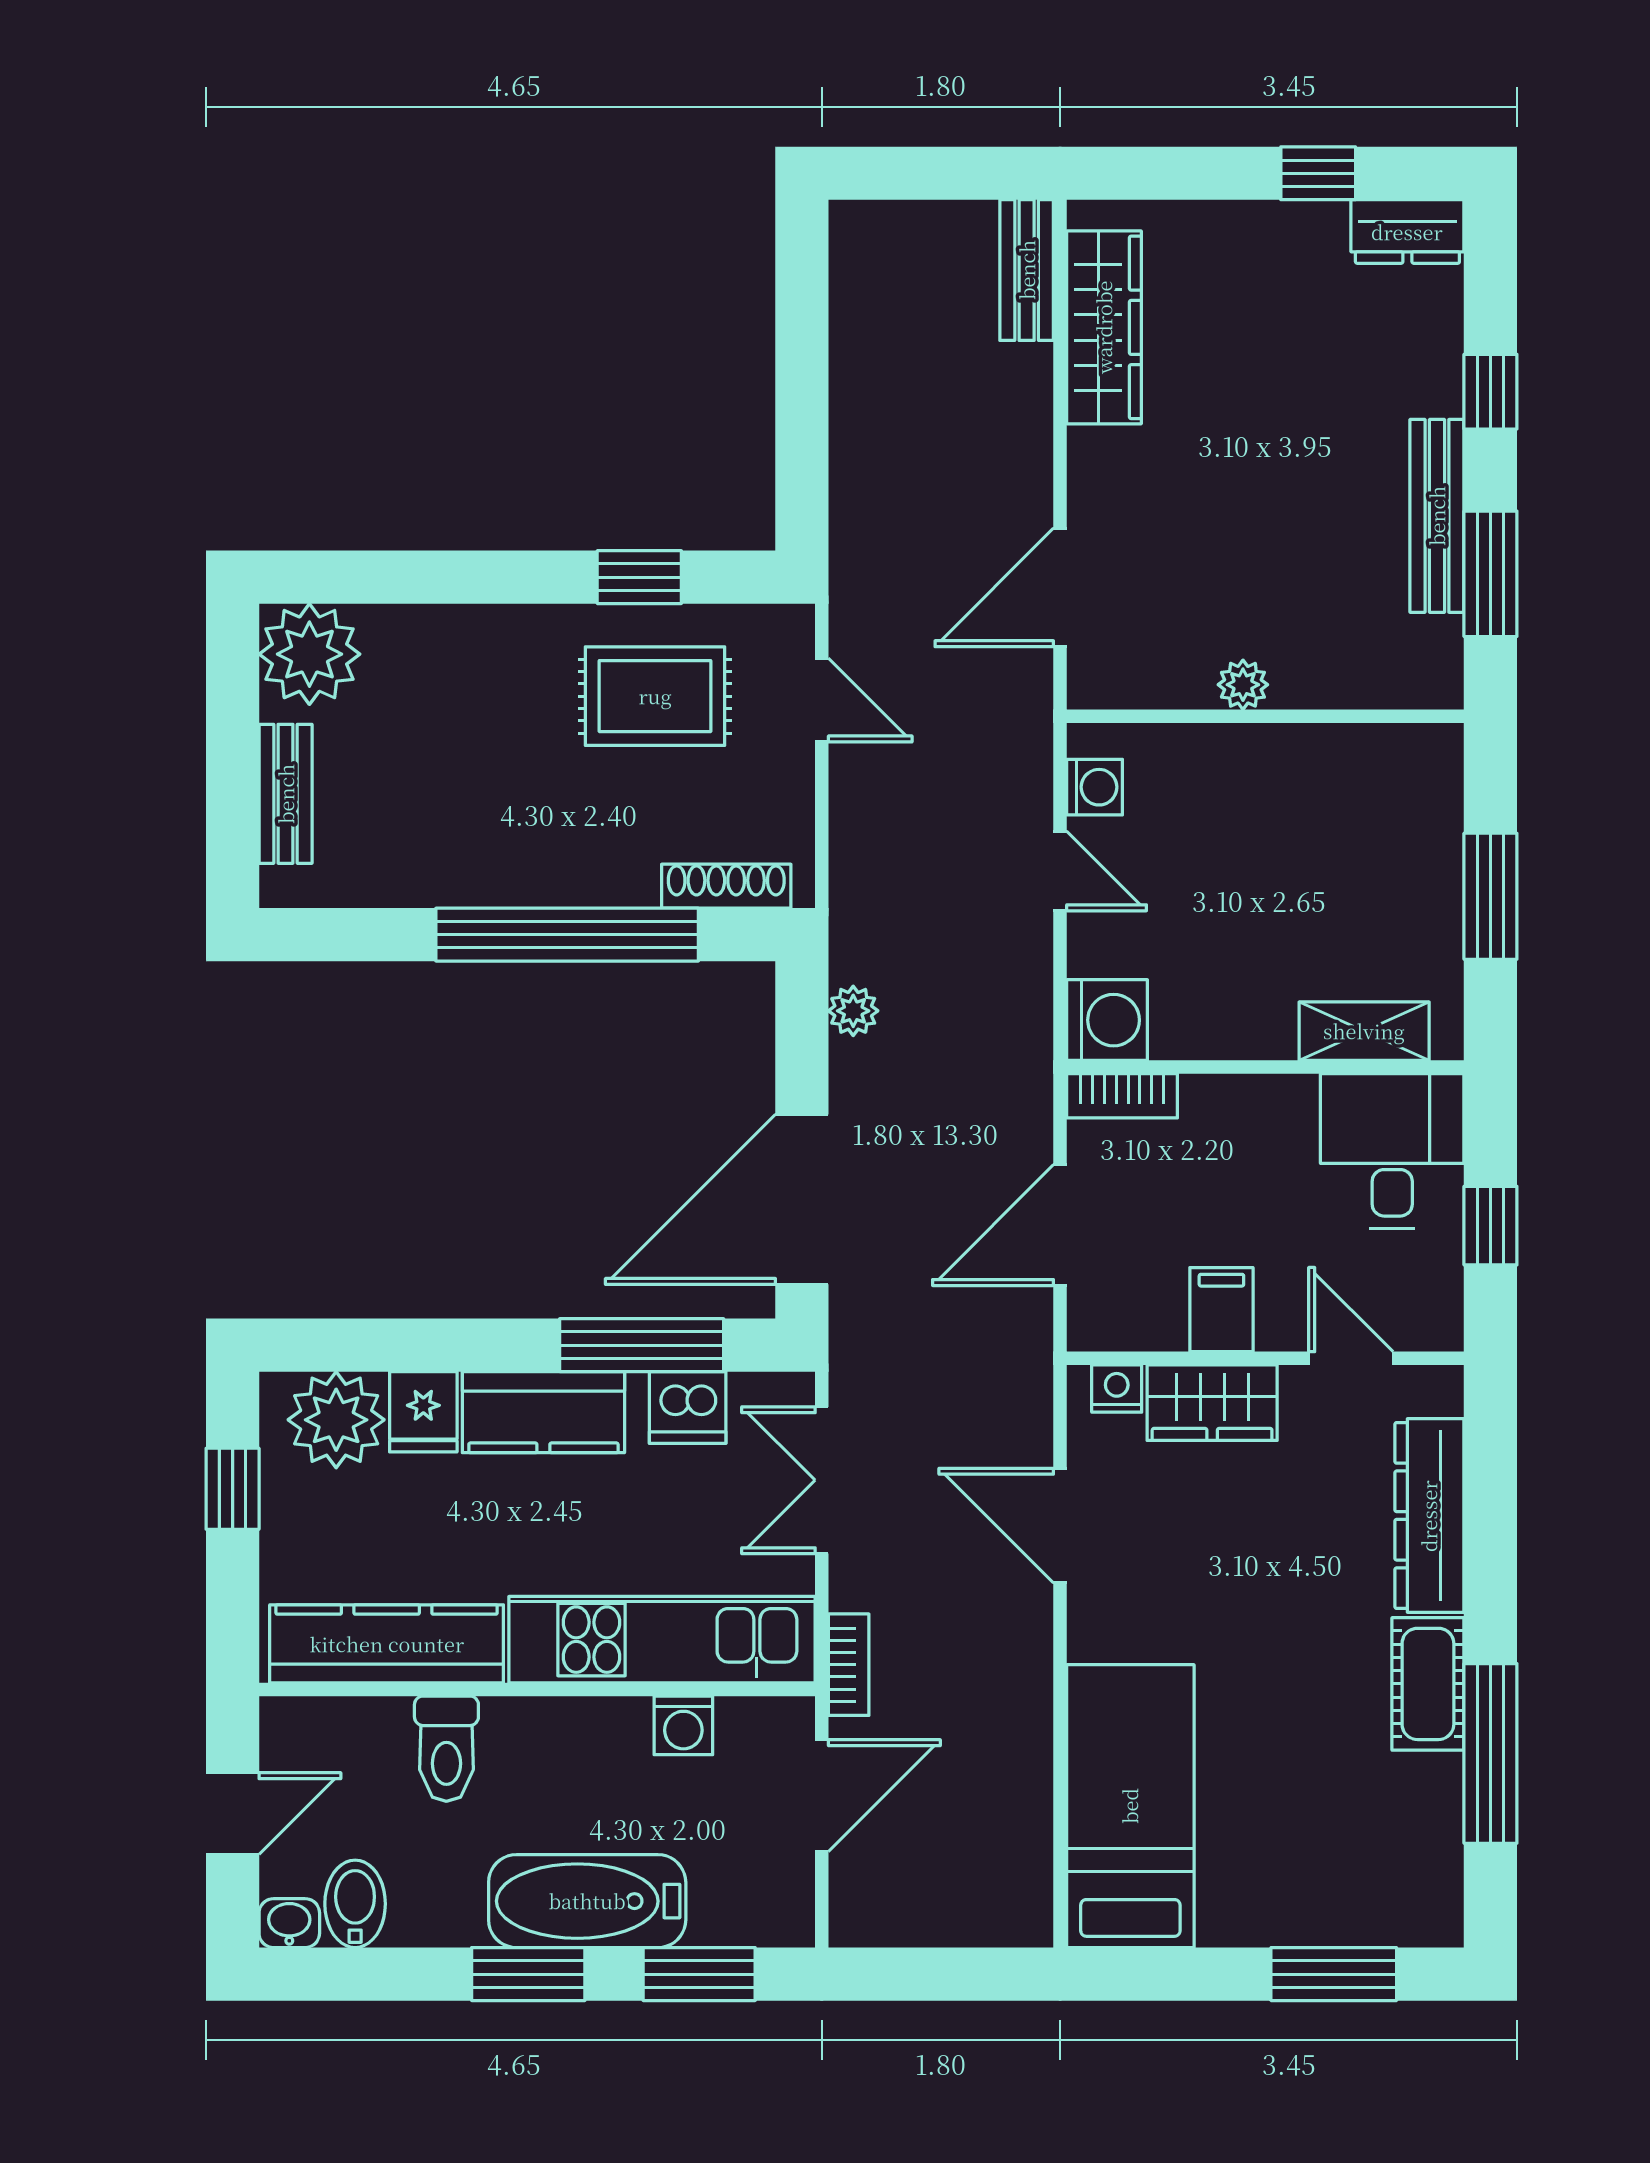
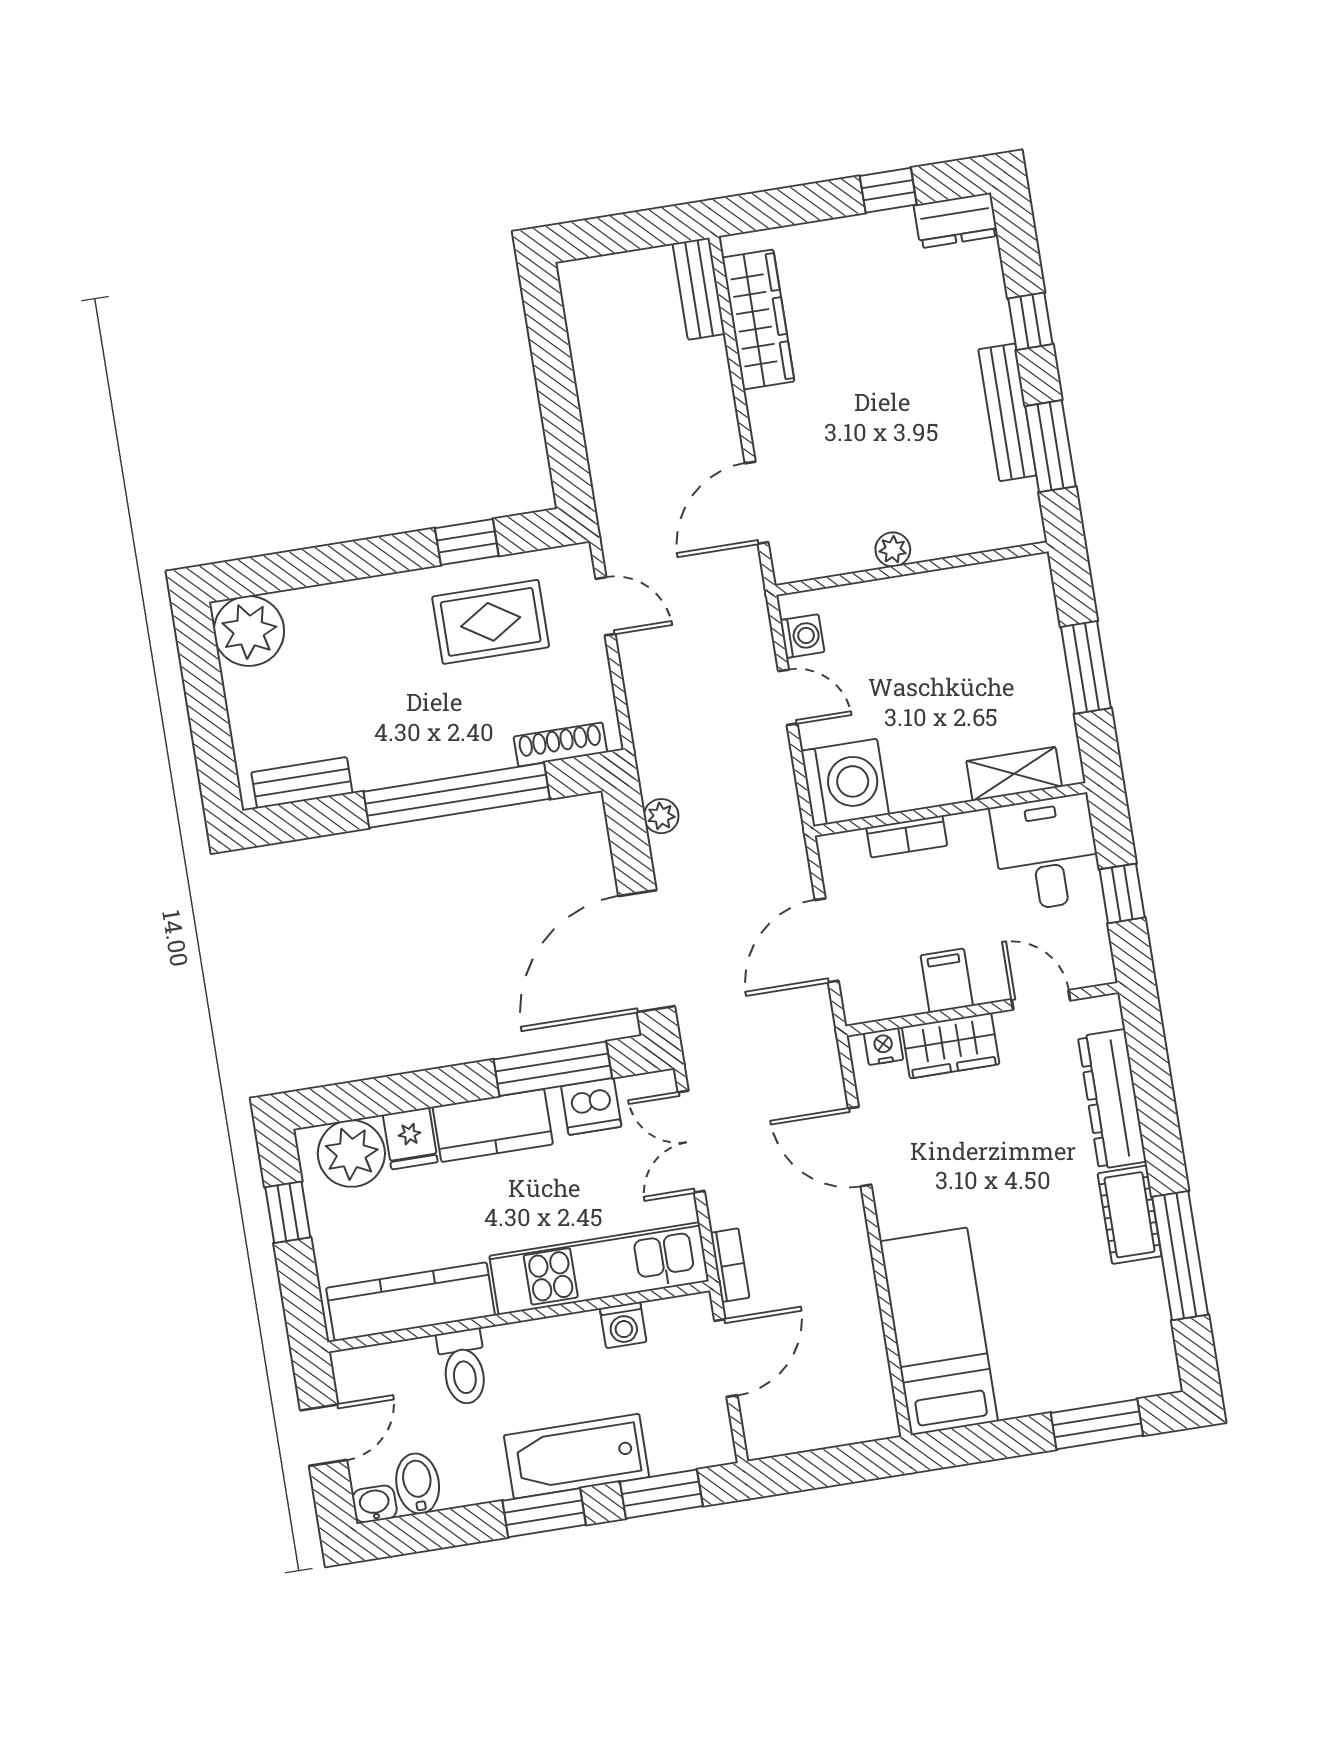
bench: (286, 794) -> (302, 783), moved, turned 90
washing machine: (1107, 1020) -> (845, 783), width x1.37, depth x1.37
bookcase: (1122, 1096) -> (907, 837), moved

